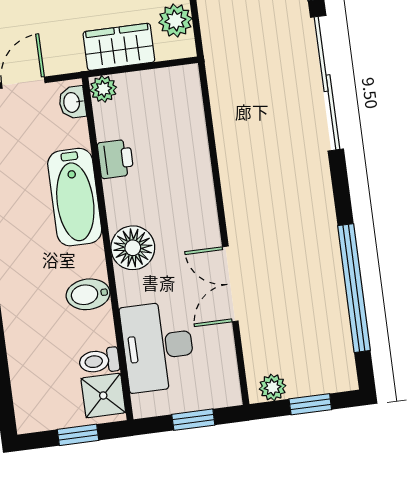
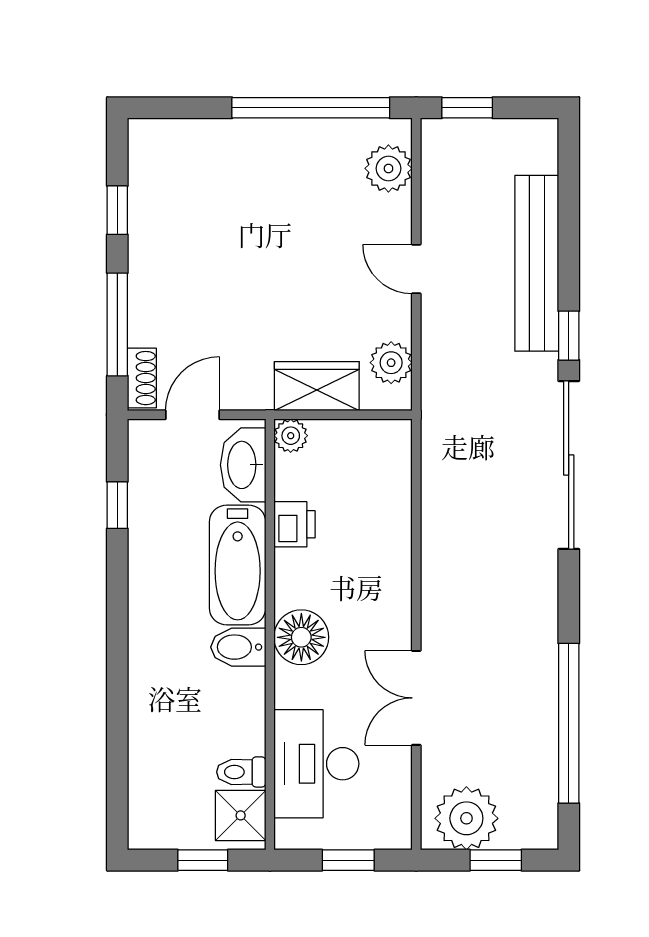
washbasin: (72, 102) -> (243, 465), width x1.91, depth x1.45
bidet: (88, 294) -> (238, 647), moved
plant: (273, 387) -> (466, 818), width x1.87, depth x1.87

